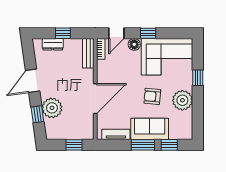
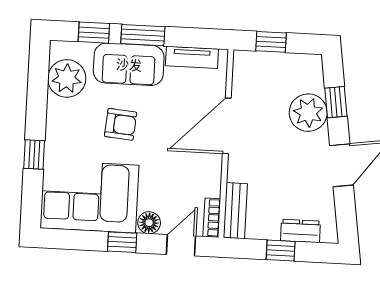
plant: (182, 100) -> (67, 78), moved

